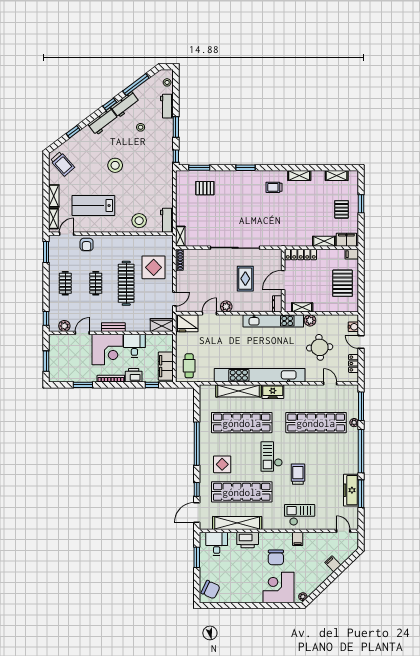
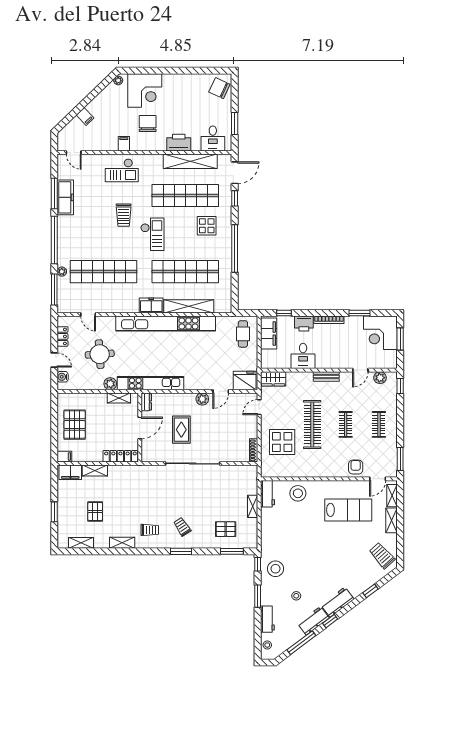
stool: (115, 165) -> (275, 569), moved
trolley: (245, 190) -> (182, 527), added
pallet: (342, 209) -> (95, 511), moved
shelving: (180, 236) -> (253, 506), moved
corner desk: (108, 349) -> (380, 333), moved, turned -90

